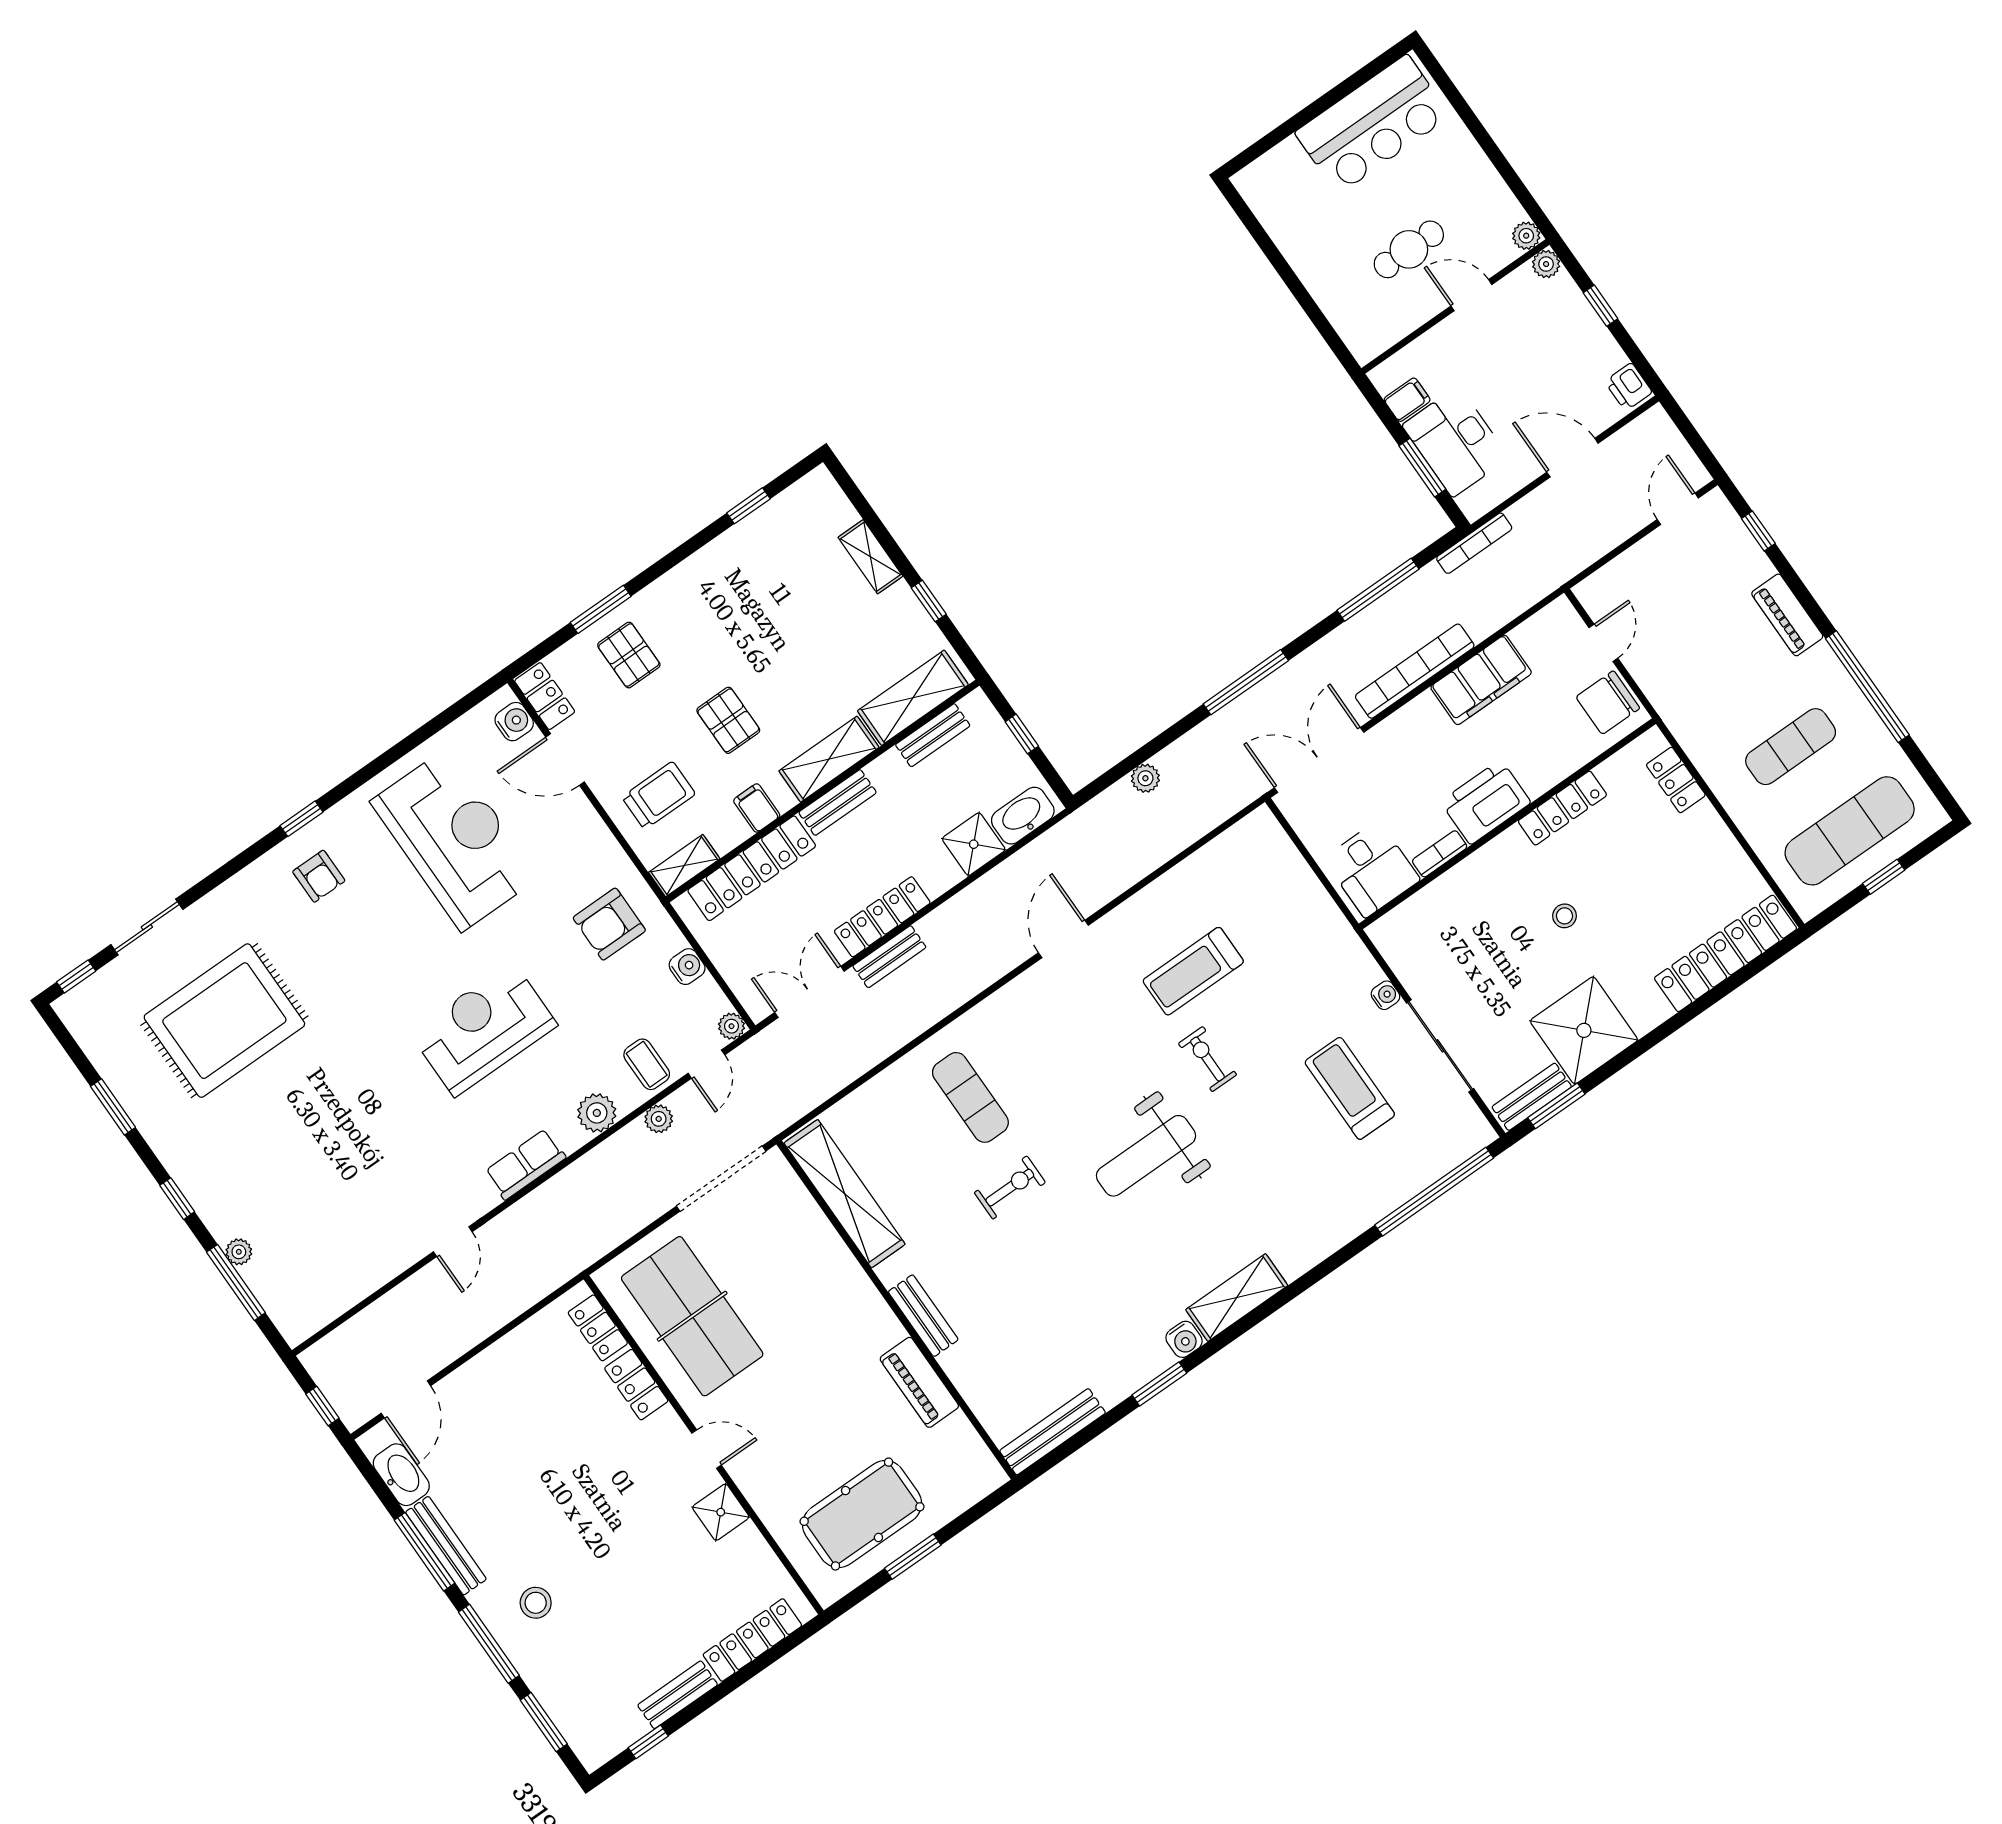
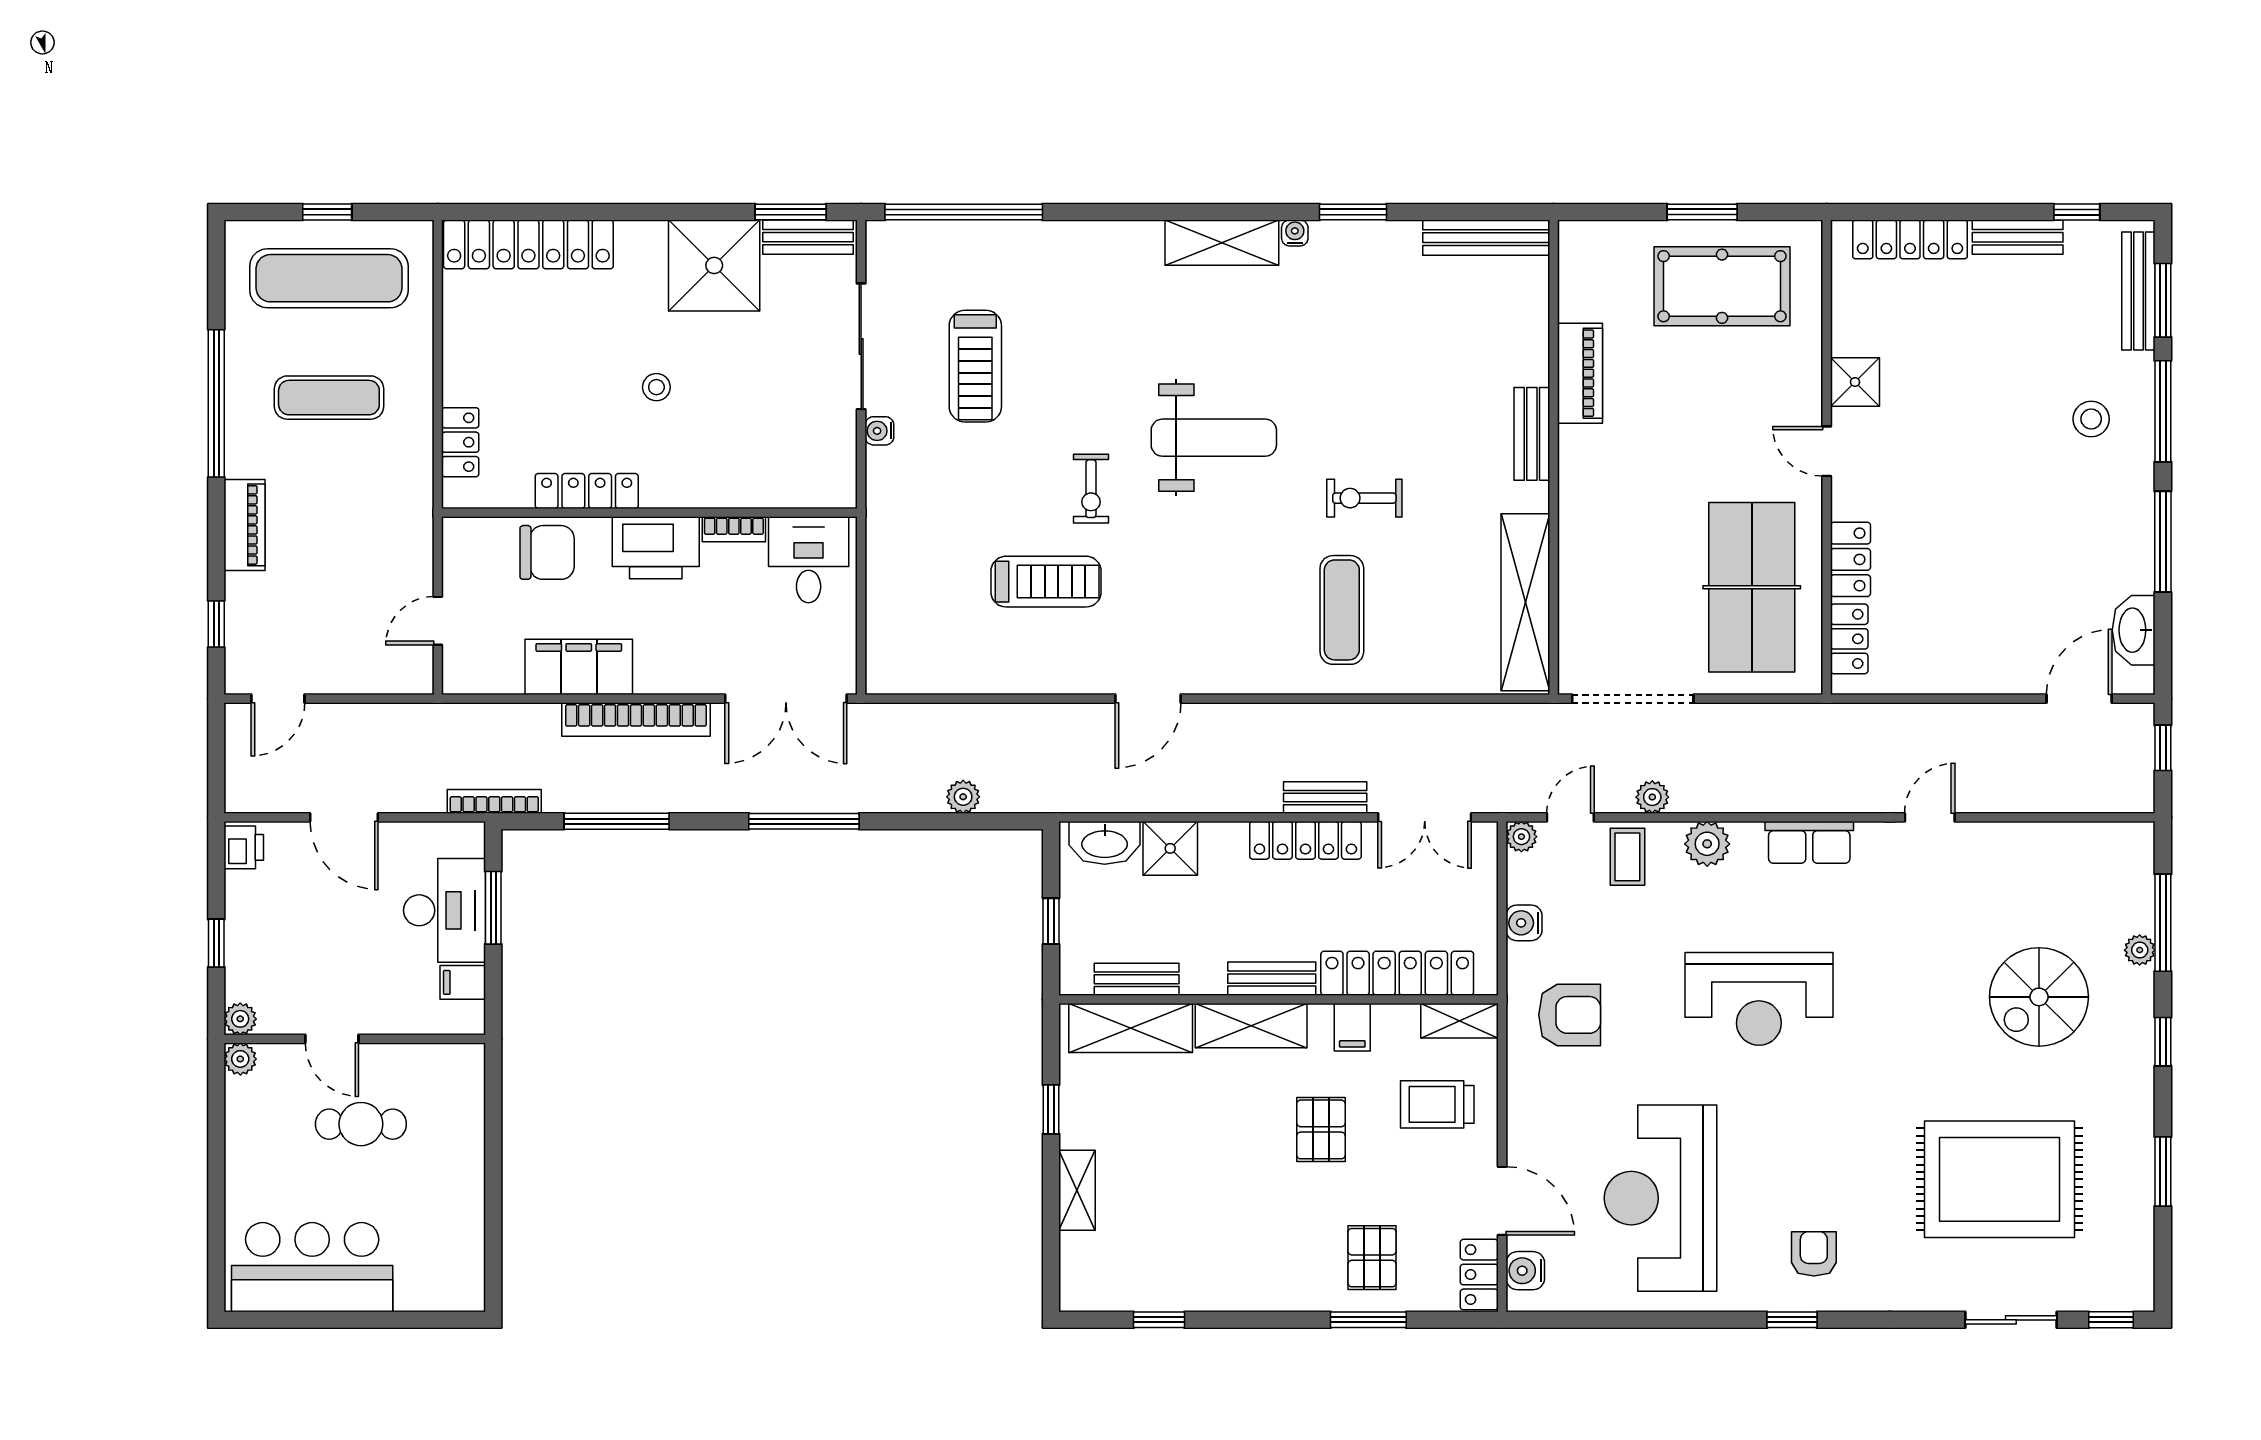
chair: (1608, 703) -> (547, 552), moved
spiral stairs: (287, 1169) -> (2039, 997), added
water cooler: (1184, 1339) -> (1295, 233), width x0.72, depth x0.72
bench: (446, 1546) -> (2138, 291), moved

